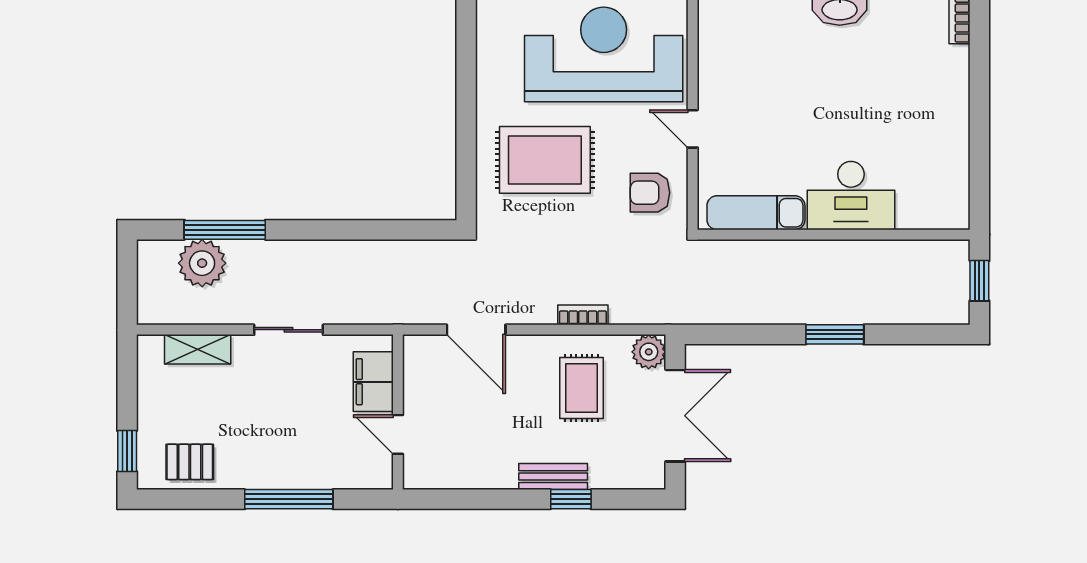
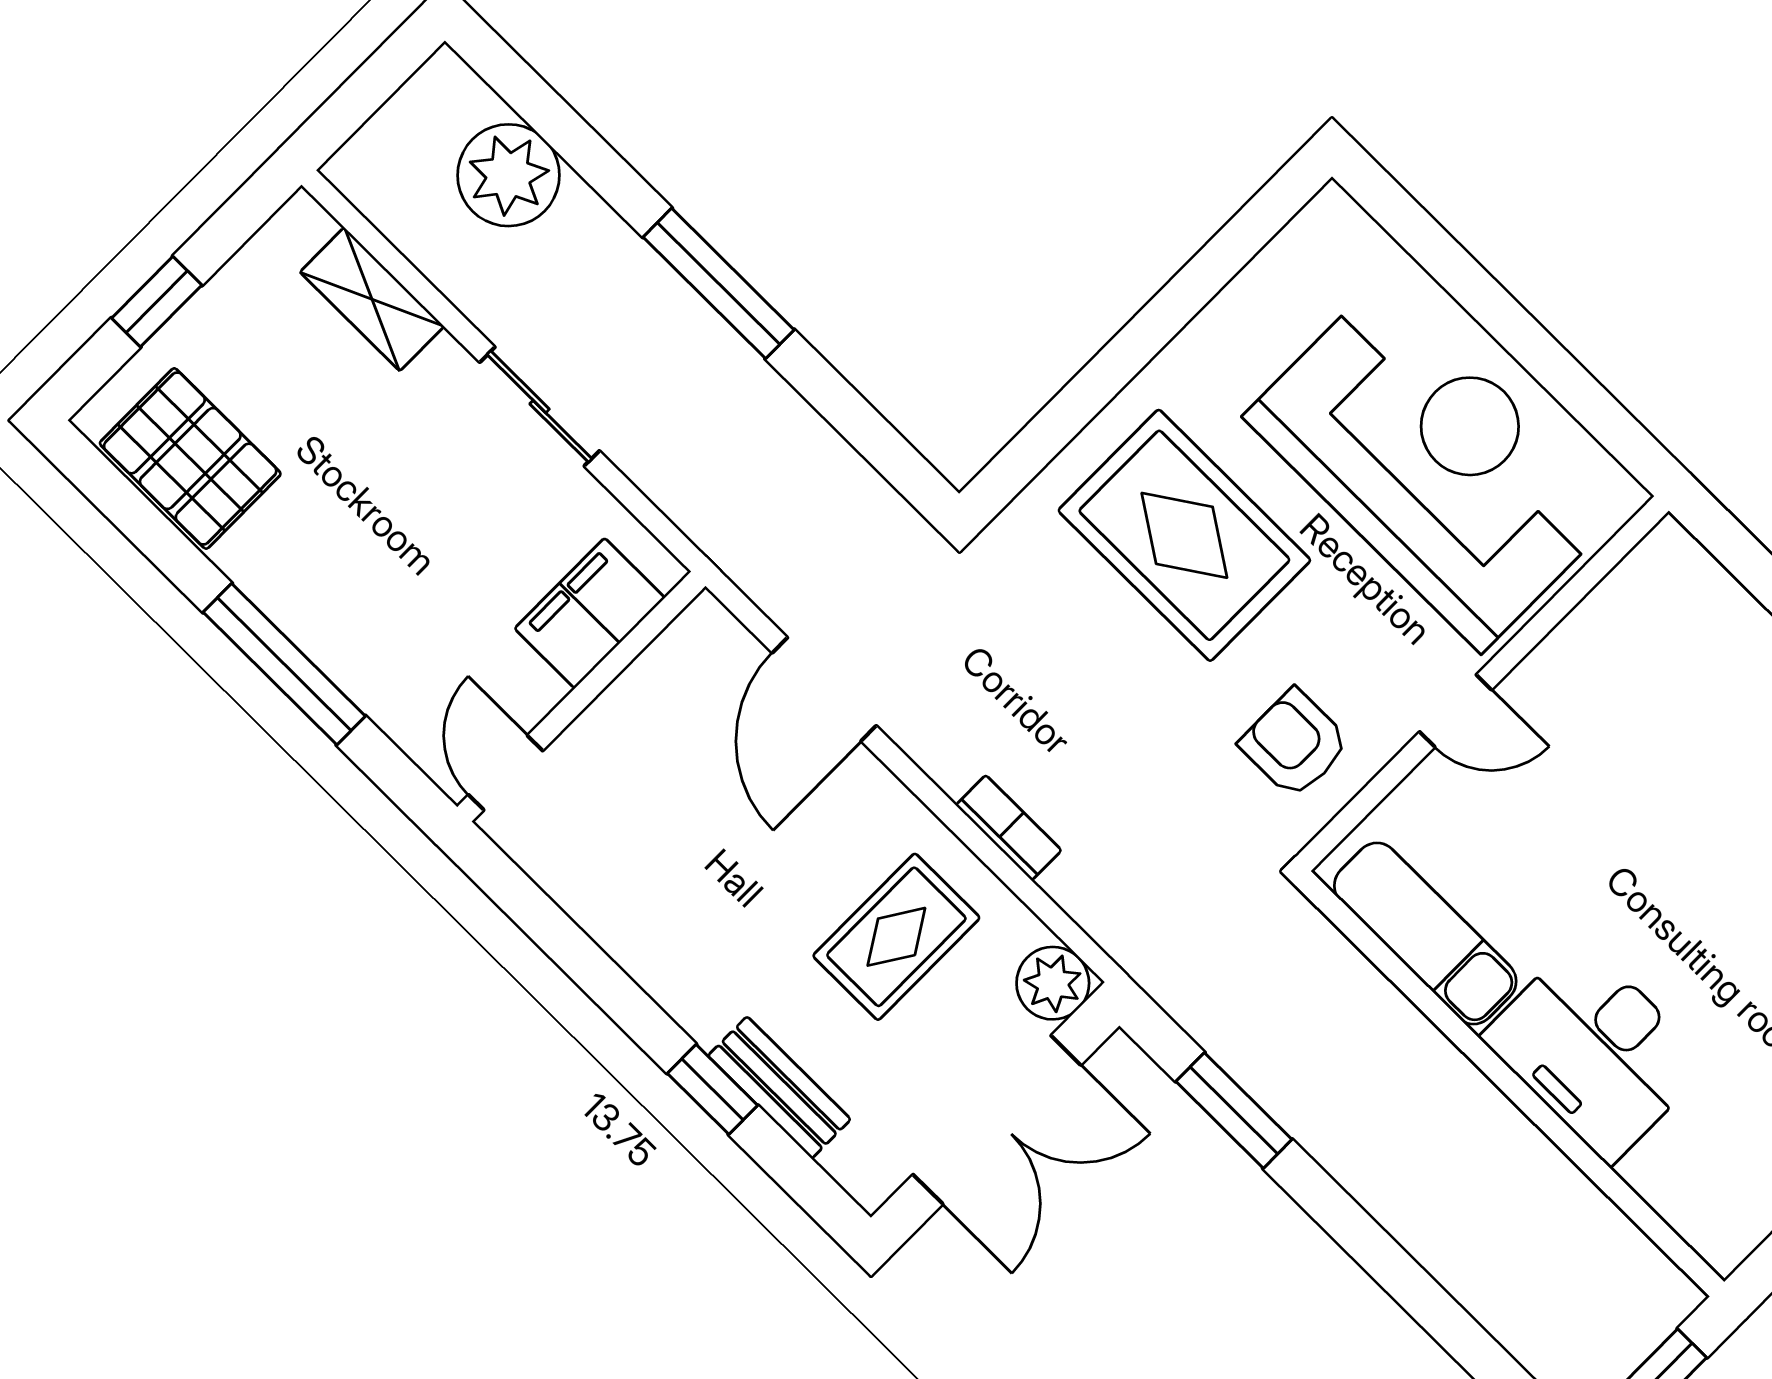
door: (693, 129) -> (1456, 711), swing flipped
window: (225, 230) -> (719, 283), moved
window: (835, 334) -> (1234, 1110), moved
door: (398, 434) -> (506, 773), moved
window: (127, 451) -> (157, 302), moved
pallet: (190, 462) -> (190, 459), width x1.50, depth x1.42
bench: (553, 477) -> (779, 1088), moved

